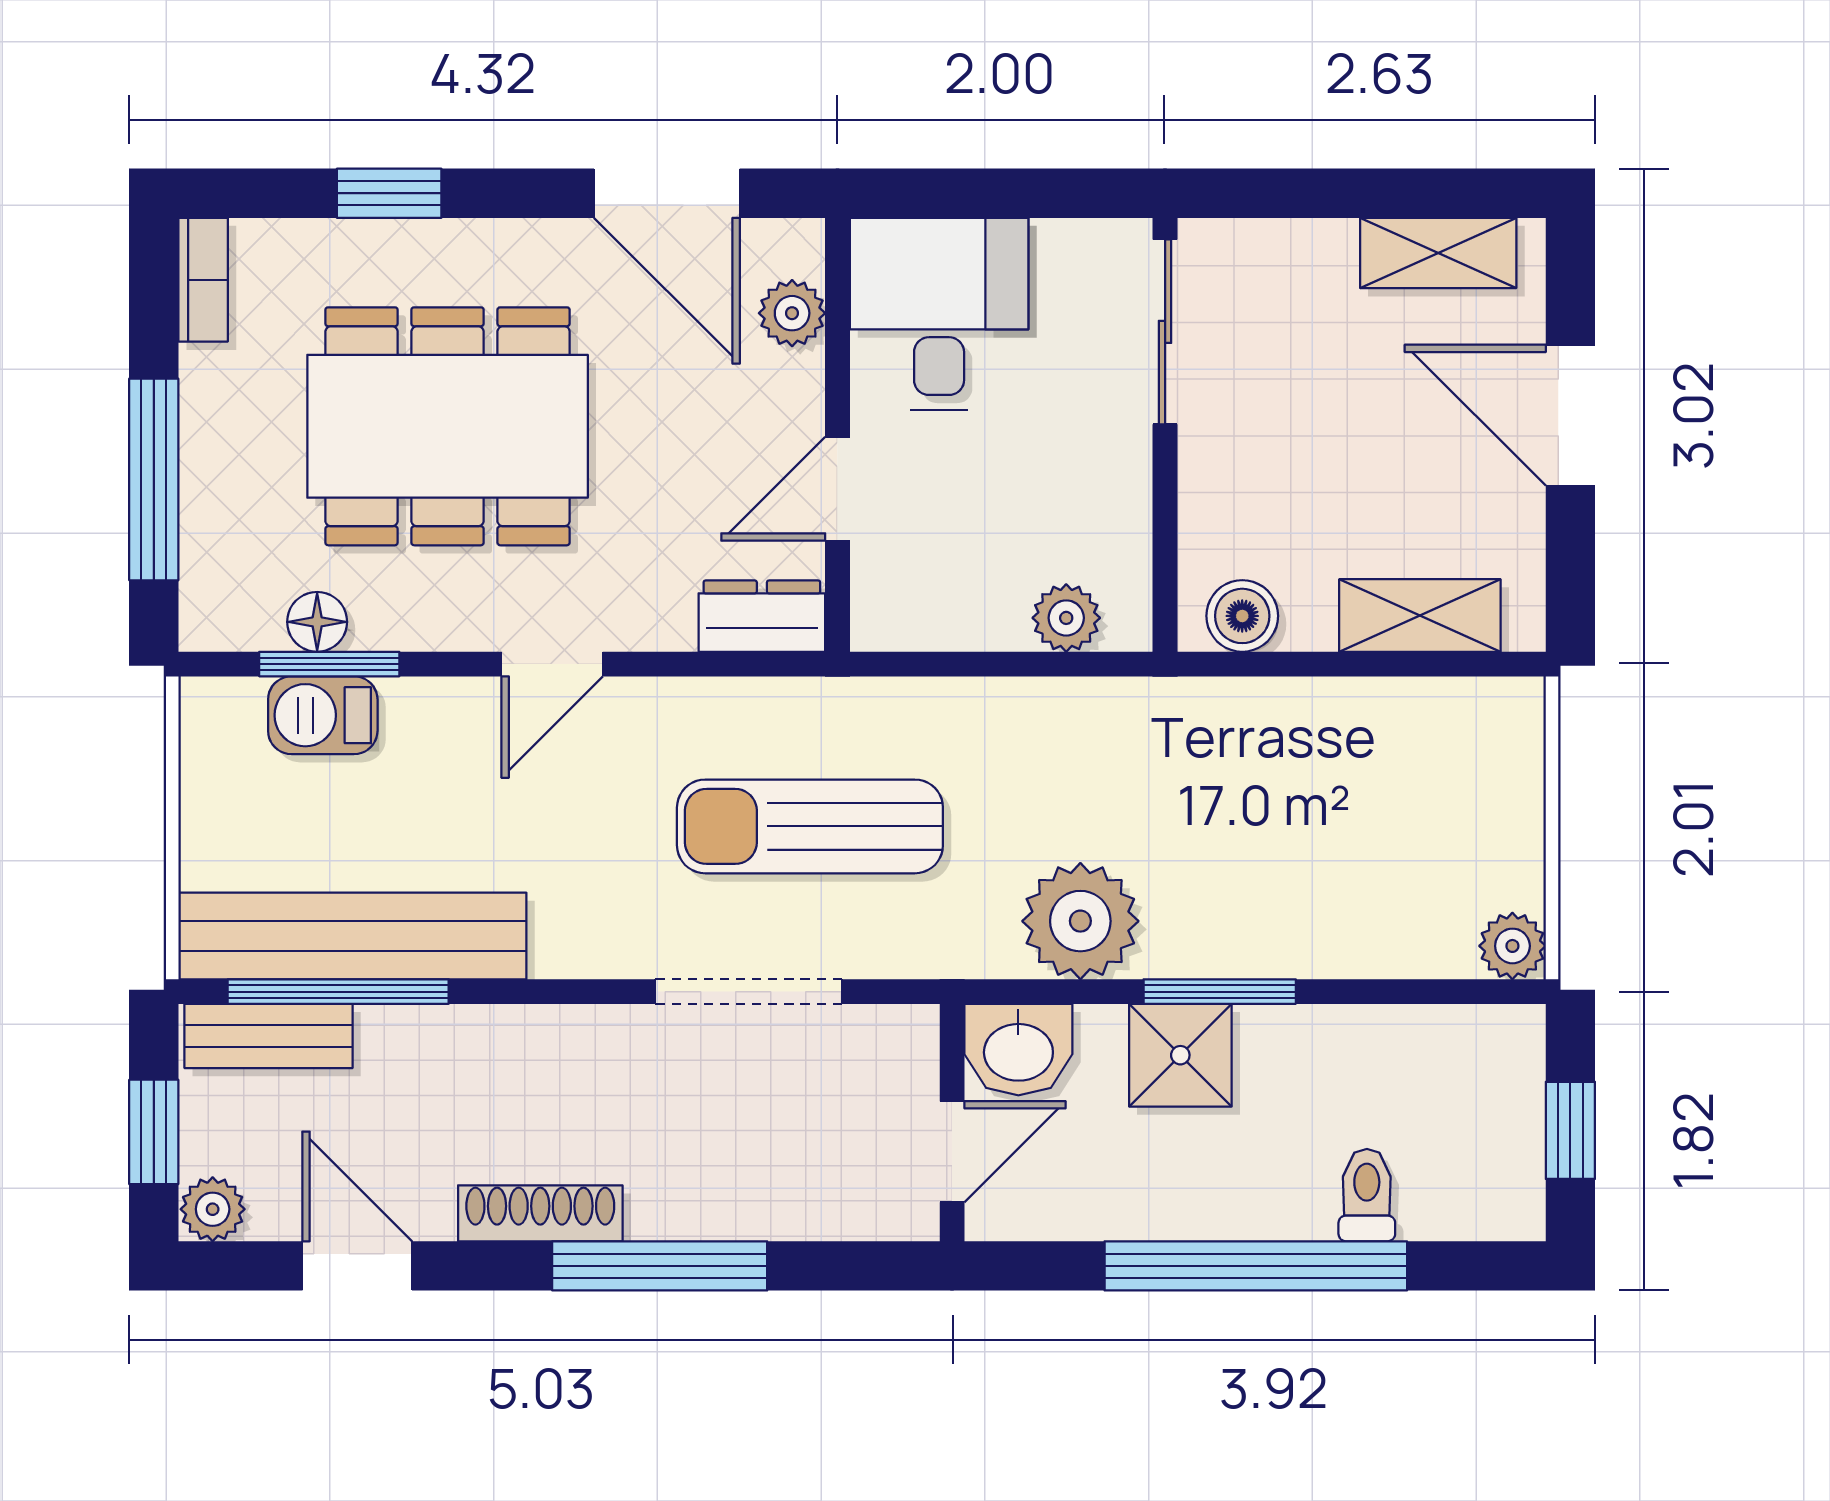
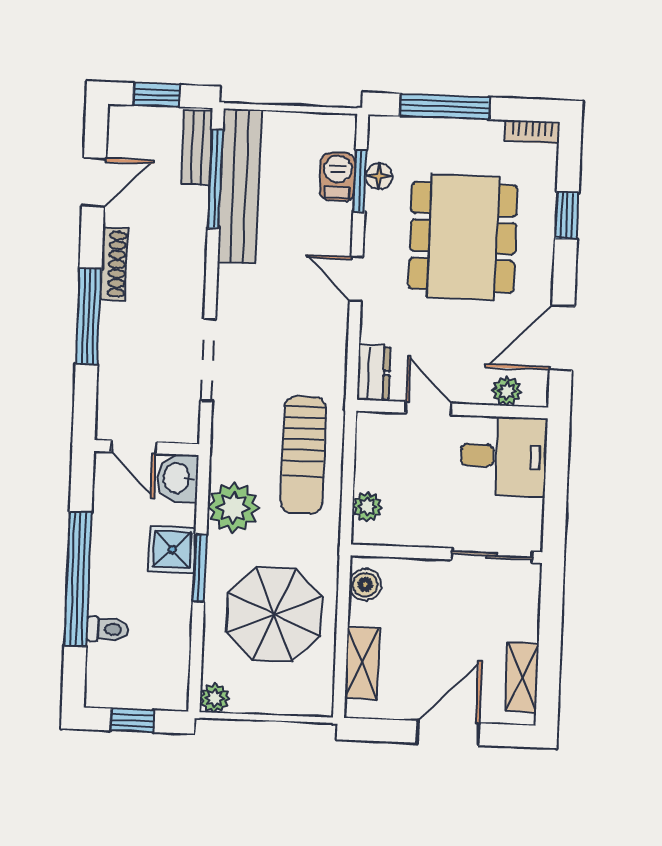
parasol: (1318, 819) -> (274, 614), added
sun lounger: (810, 826) -> (303, 455), moved, turned 180
plant: (213, 1209) -> (121, 119), removed

